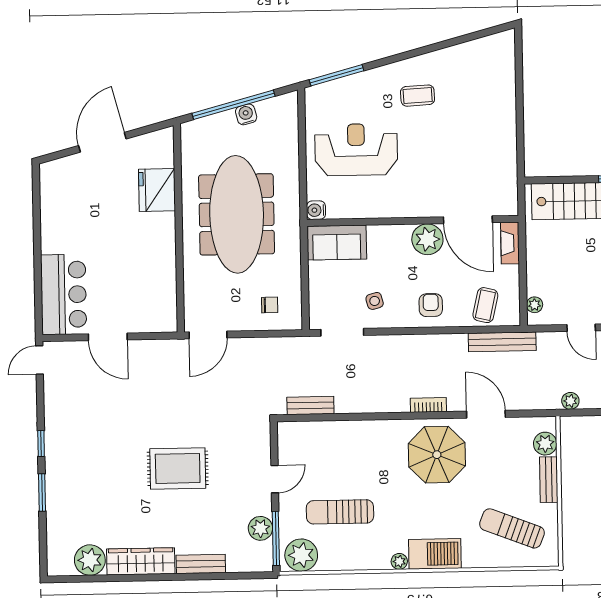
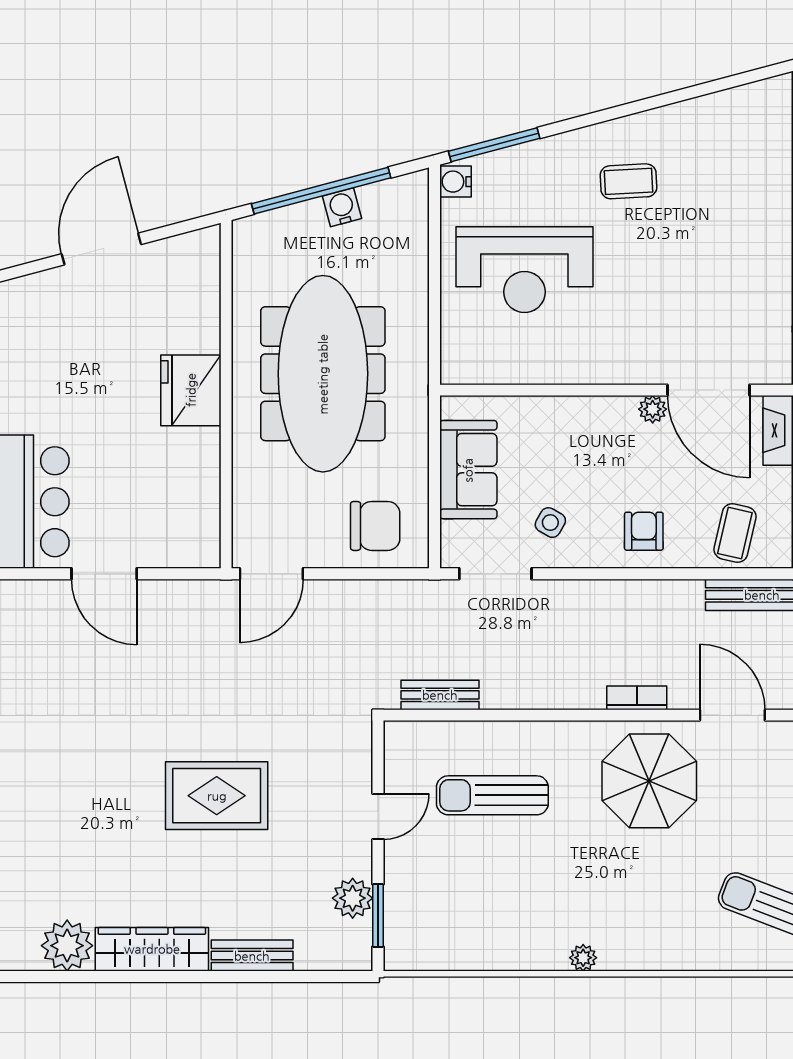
reception desk: (356, 150) -> (524, 270), turned 180
fridge: (157, 190) -> (191, 390), moved
water cooler: (316, 210) -> (455, 182), moved
plant: (427, 239) -> (653, 409), width x0.53, depth x0.53
sofa: (337, 243) -> (468, 470), moved, turned -90
side table: (375, 301) -> (550, 523), turned 45
chair: (270, 305) -> (375, 526), width x1.87, depth x1.87
sun lounger: (340, 512) -> (492, 795), moved
window: (276, 538) -> (378, 915), width x0.69
barbecue: (435, 554) -> (643, 946), removed
plant: (301, 555) -> (420, 944), removed

